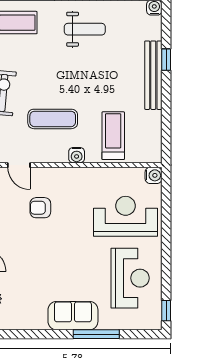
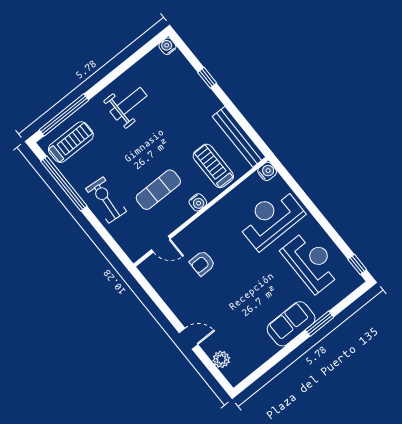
bench: (153, 75) -> (239, 137), moved
window: (96, 334) -> (320, 324), width x0.69

